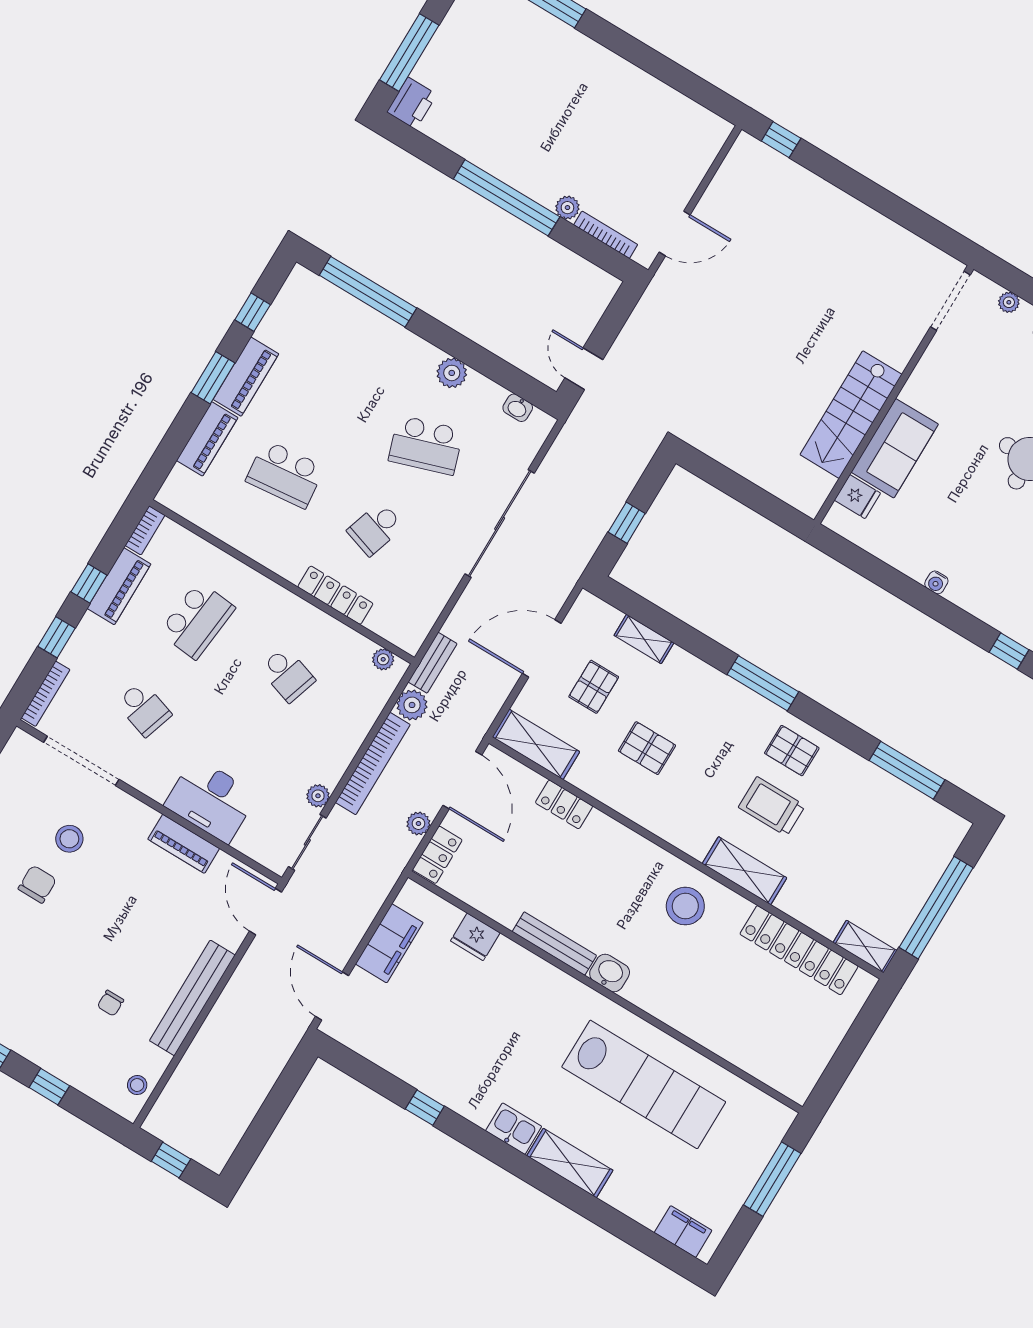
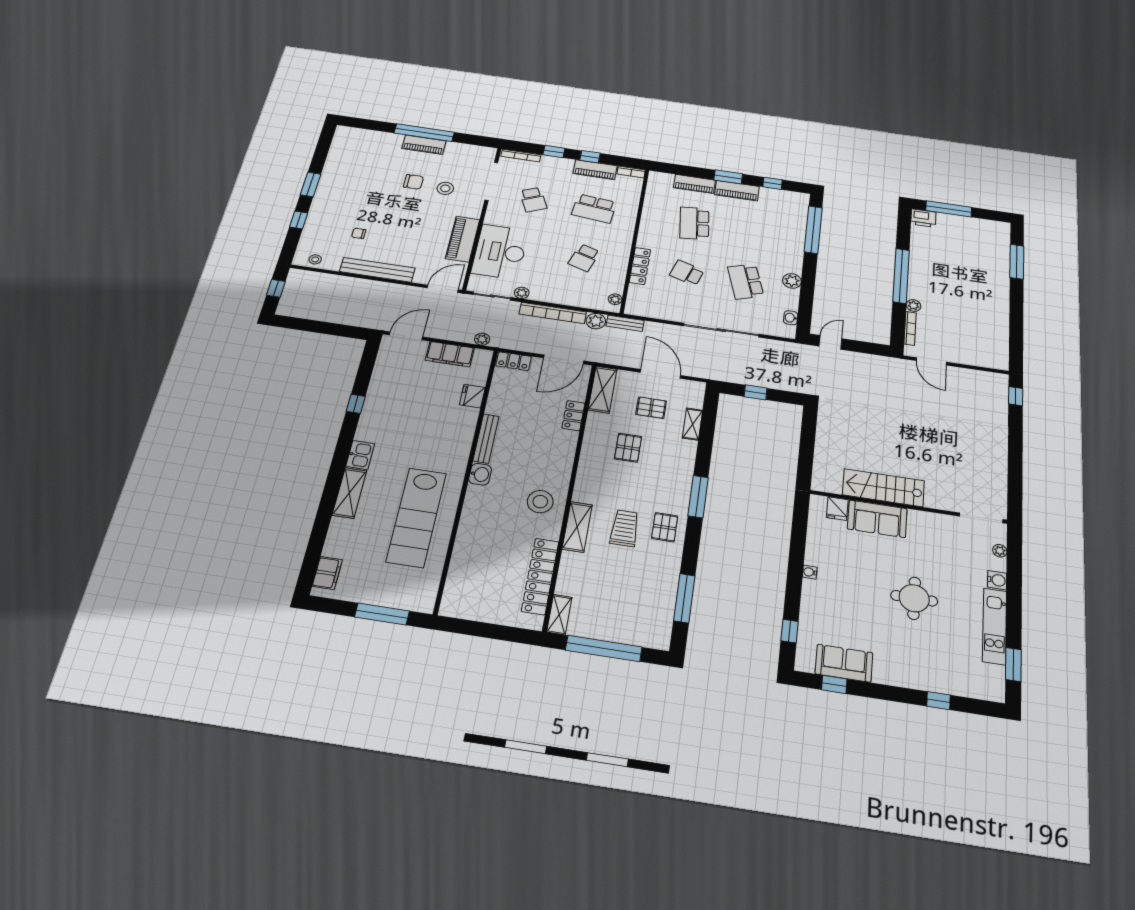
school desk: (144, 709) -> (533, 200), turned -42
desk: (211, 800) -> (500, 252), width x1.36, depth x1.30
plant: (418, 823) -> (482, 339), moved
piano: (184, 844) -> (463, 239), width x1.37, depth x1.33

